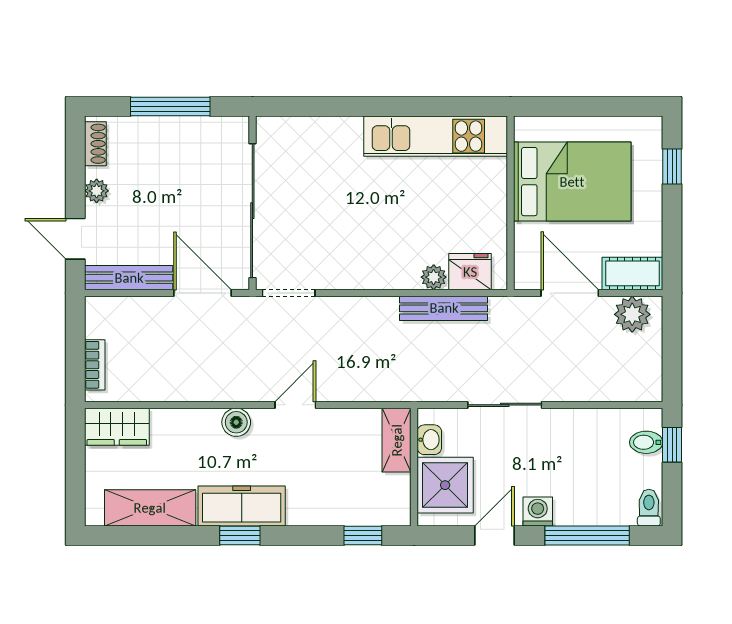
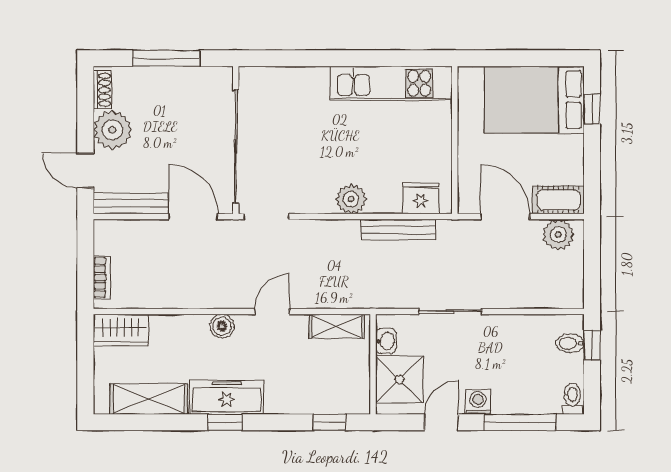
bed: (572, 182) -> (534, 100), moved, turned 180
plant: (97, 191) -> (112, 130), width x1.88, depth x1.88
plant: (434, 277) -> (351, 199), moved, width x1.38, depth x1.38
shelving: (397, 440) -> (337, 326), moved, turned 90

